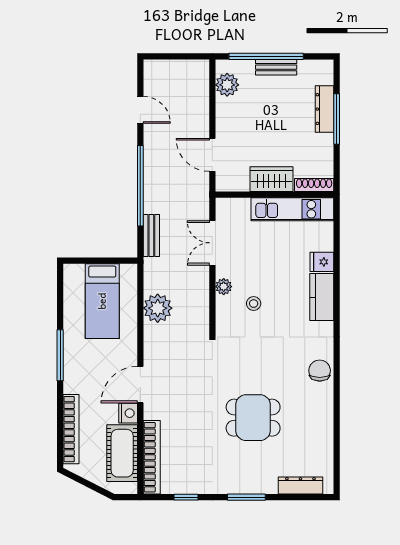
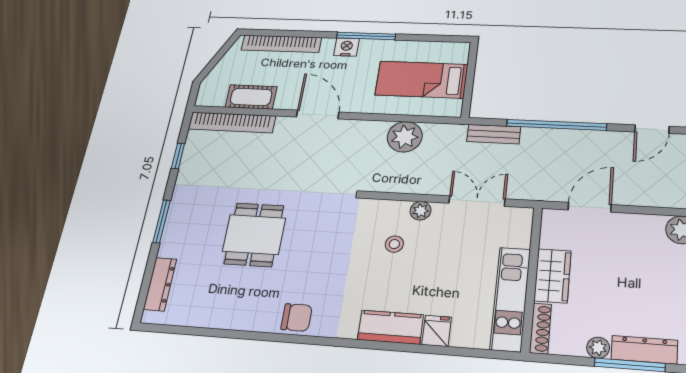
plant: (325, 142) -> (598, 348), added
nightstand: (128, 413) -> (347, 47), moved, turned 180
cot: (122, 453) -> (251, 97), width x0.73, depth x0.75

